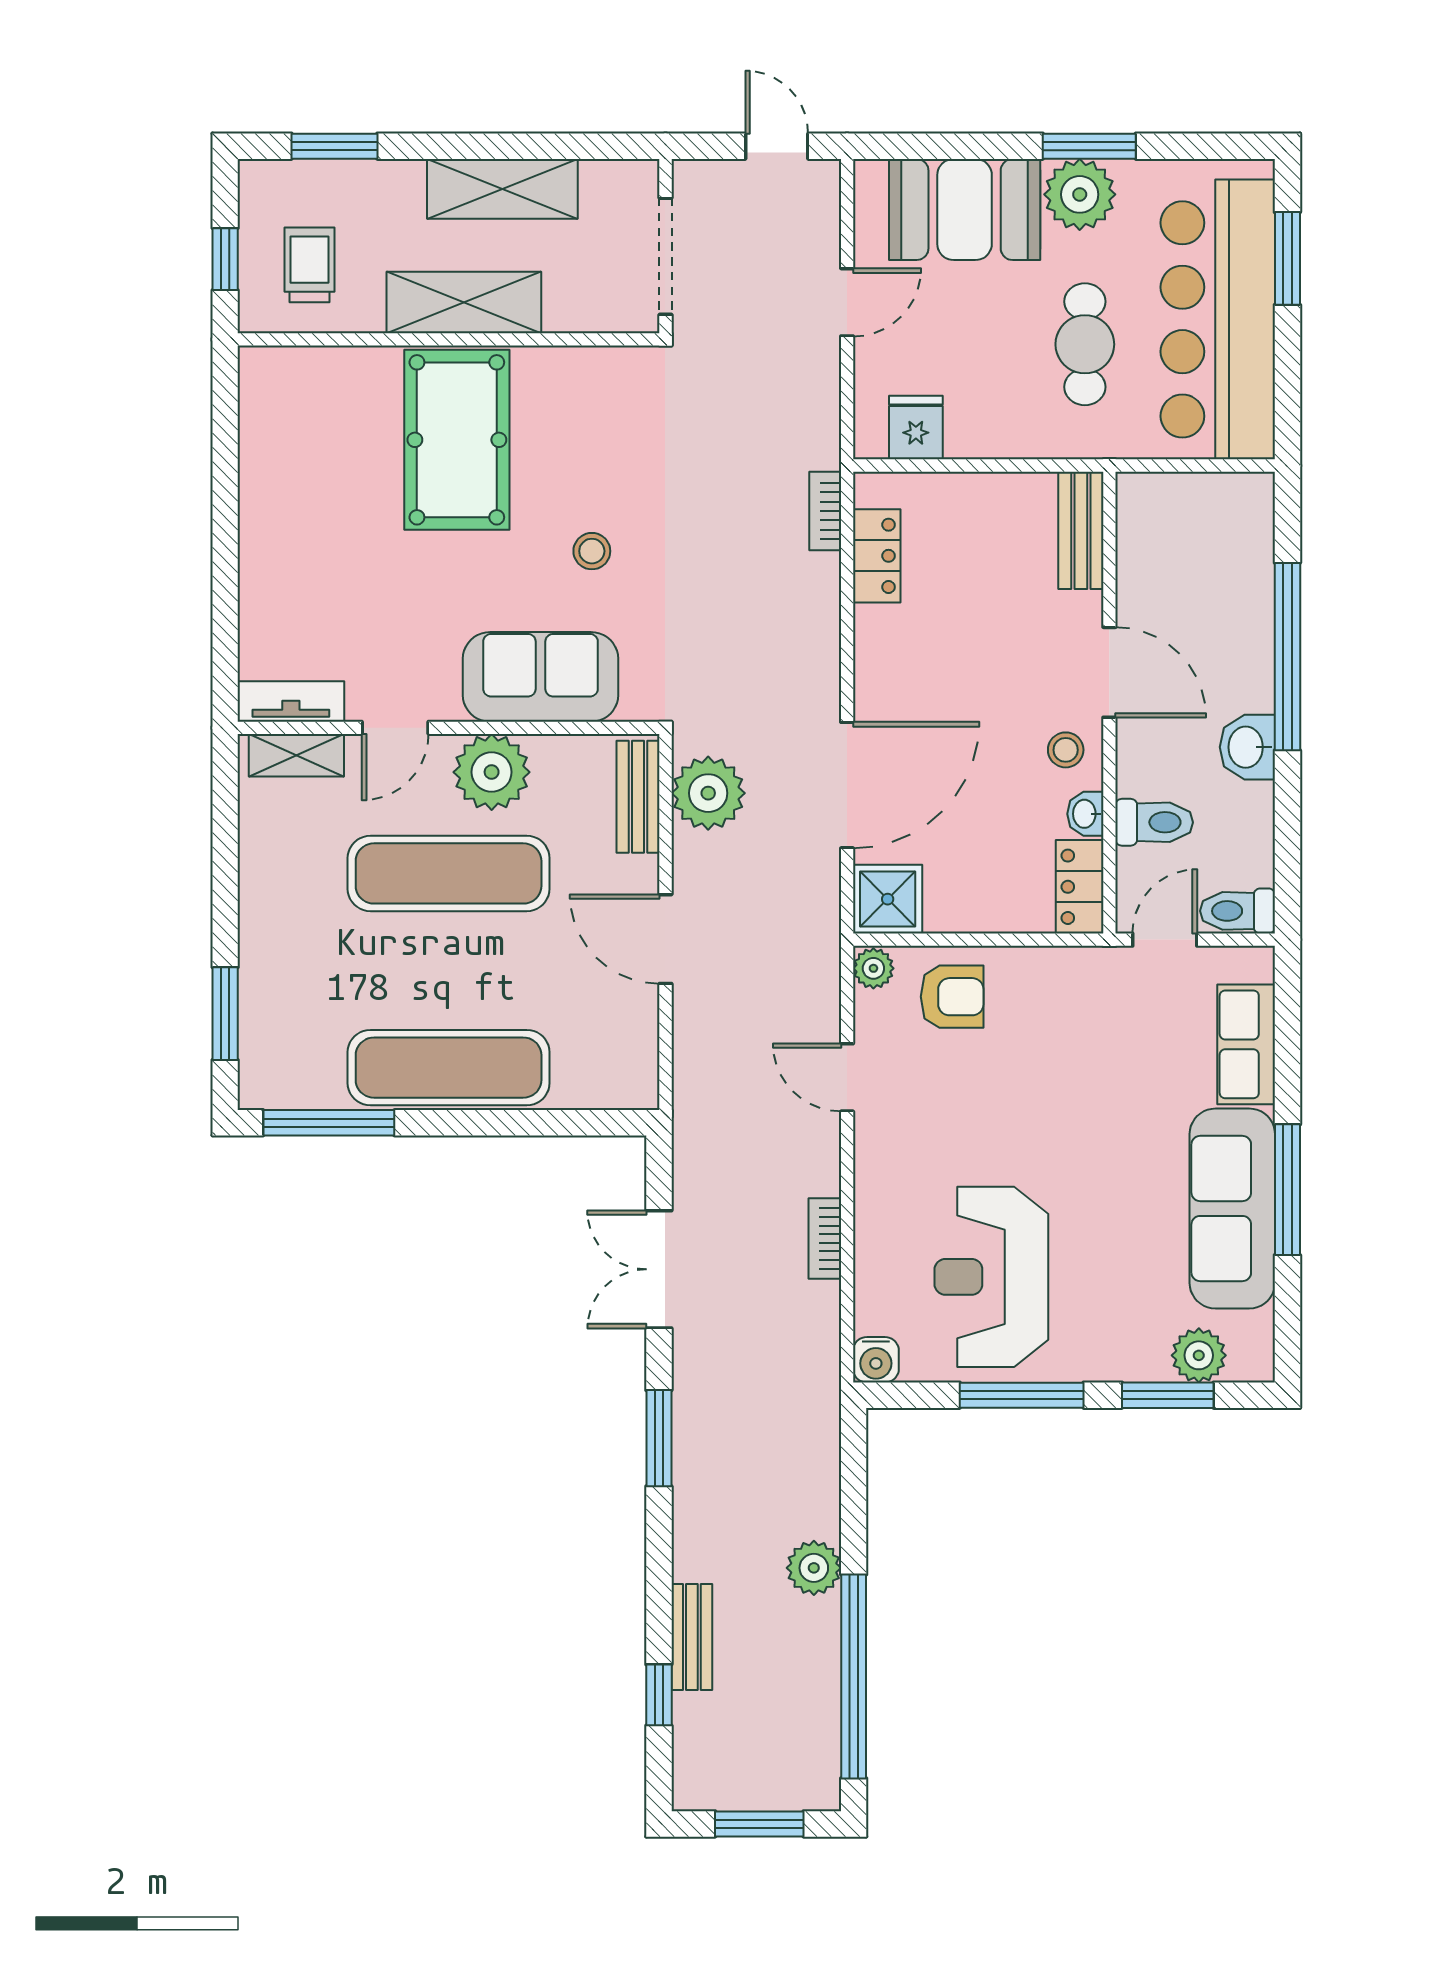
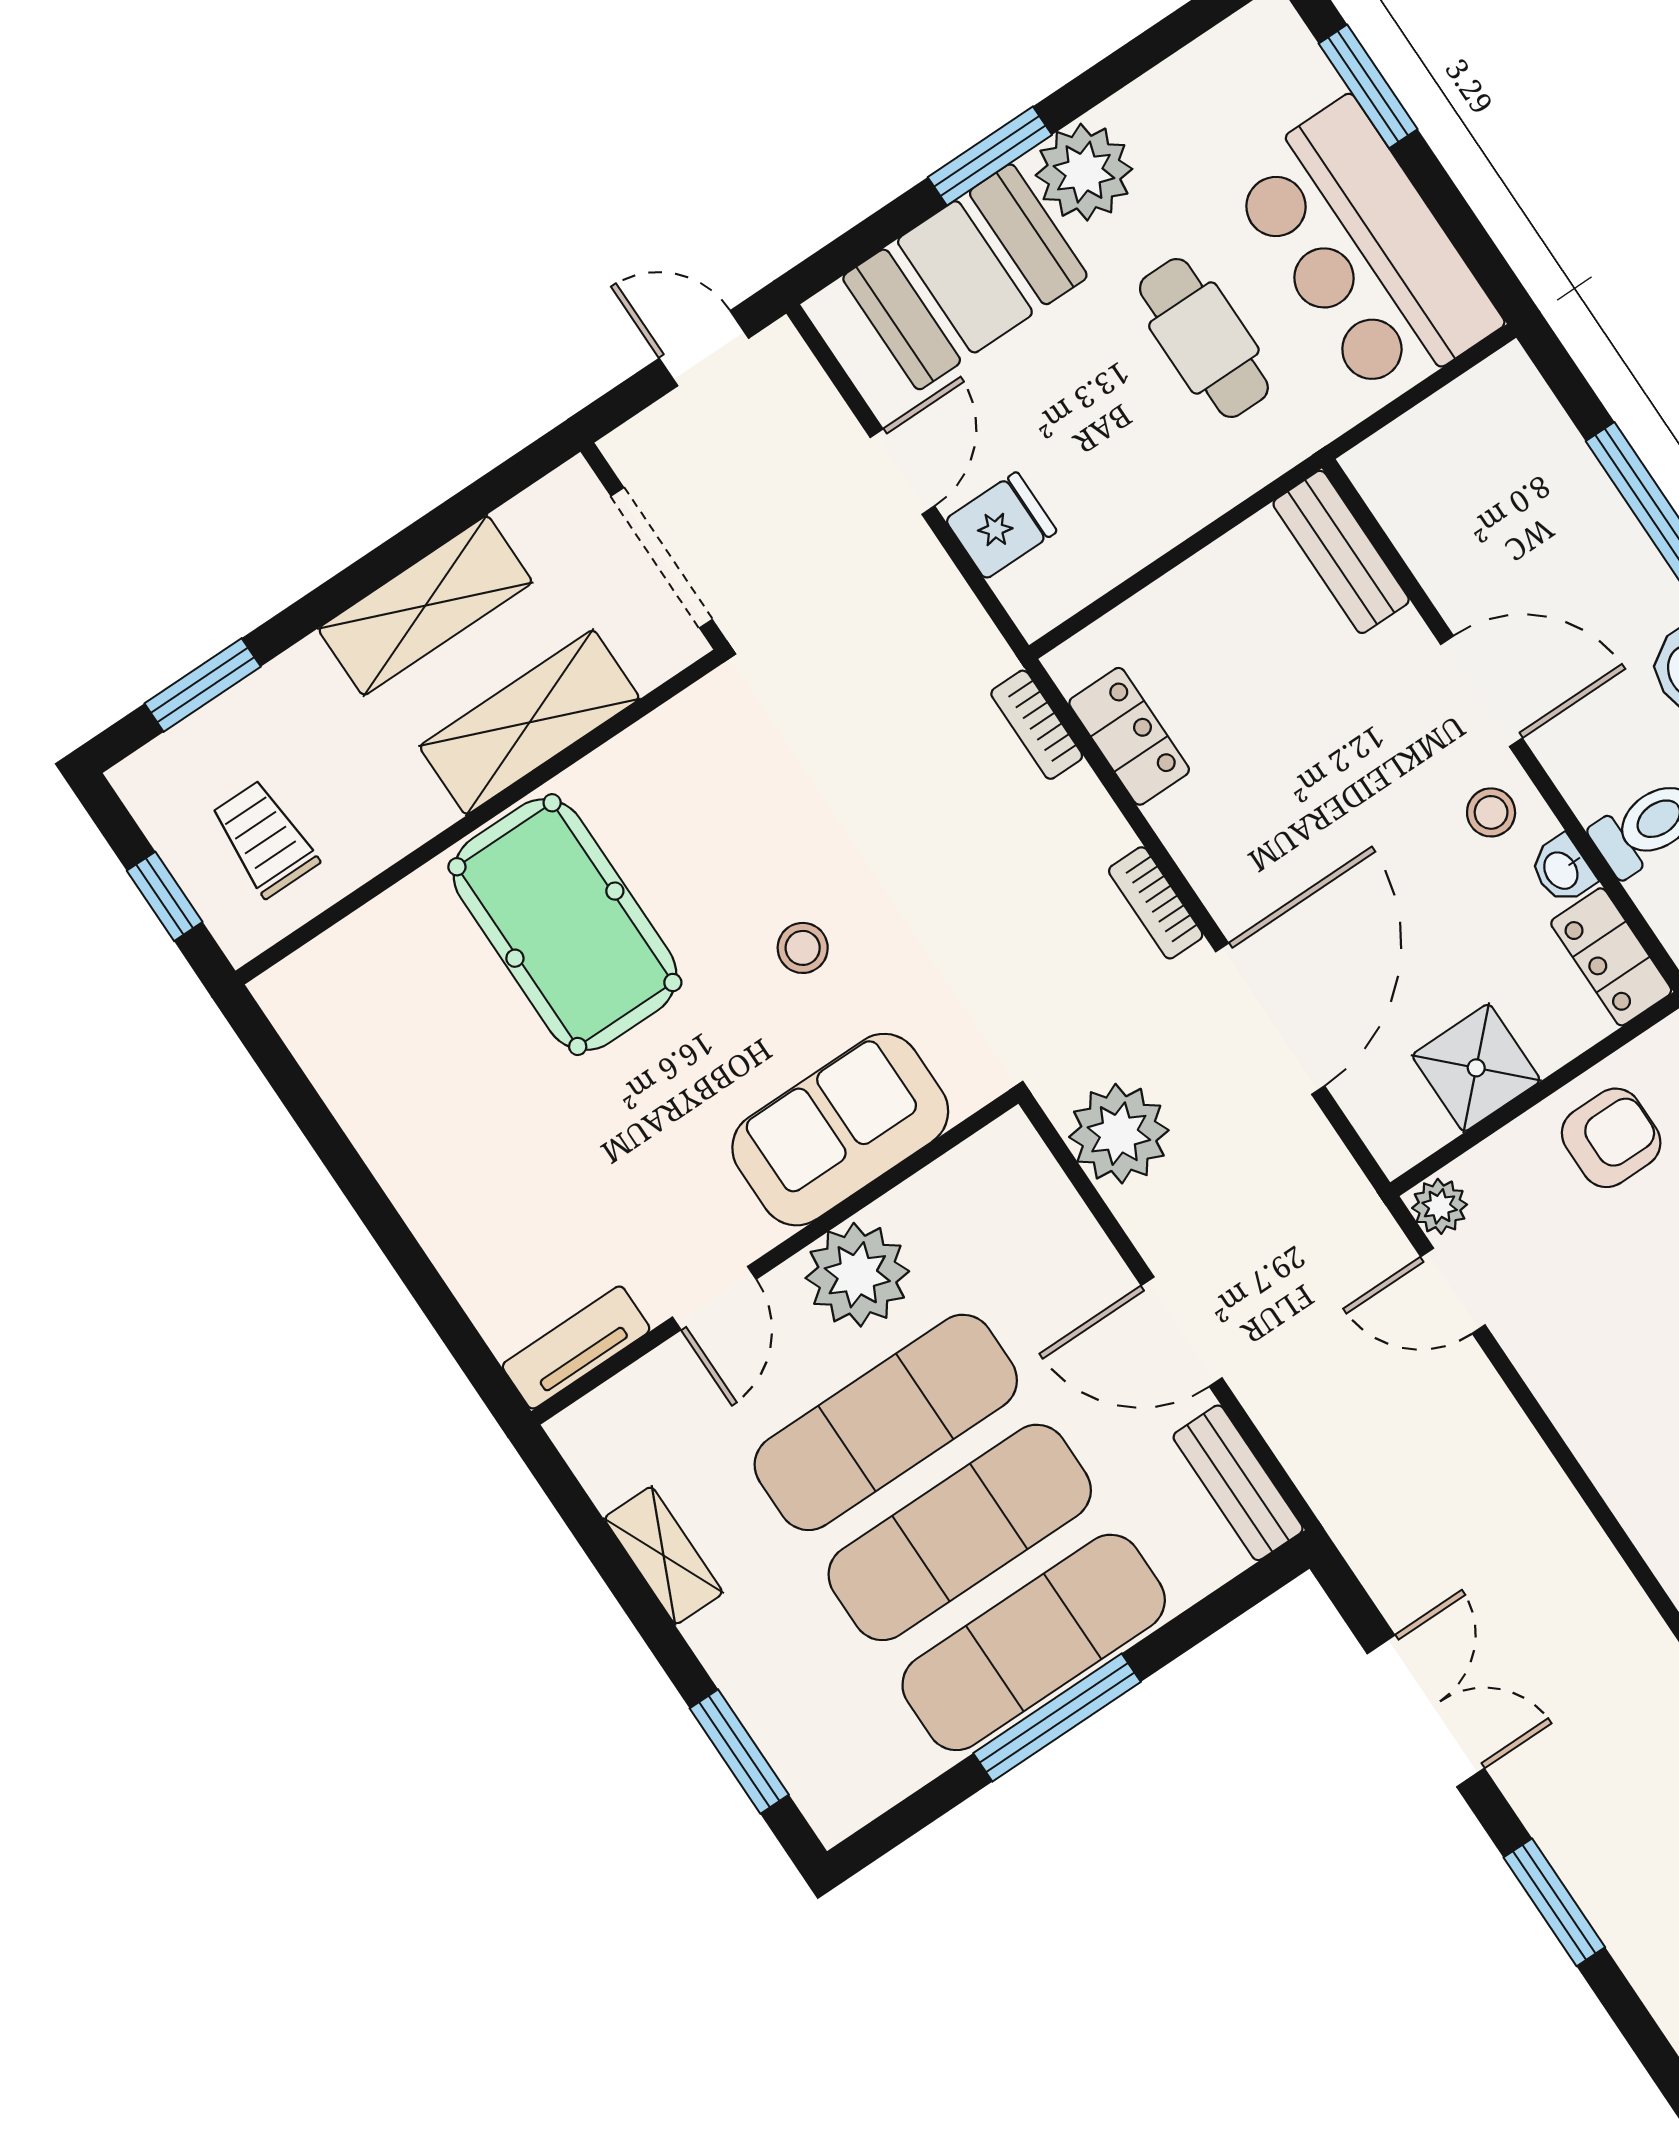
window: (1089, 146) -> (990, 156), moved
shelving: (464, 302) -> (530, 722), moved
bar counter: (1218, 319) -> (1364, 251), width x0.73
fridge: (916, 428) -> (1001, 525), moved, turned 90
shelving: (296, 755) -> (663, 1555), moved, turned 90
bench: (638, 797) -> (1238, 1483), moved
shower: (888, 899) -> (1476, 1068), moved
exercise mat: (449, 971) -> (960, 1532), added
armchair: (952, 997) -> (1611, 1138), moved
door: (847, 1077) -> (1453, 1291), moved
window: (329, 1123) -> (1057, 1717), moved
bookcase: (825, 1238) -> (1156, 903), moved
double door: (659, 1269) -> (1426, 1711), swing flipped

